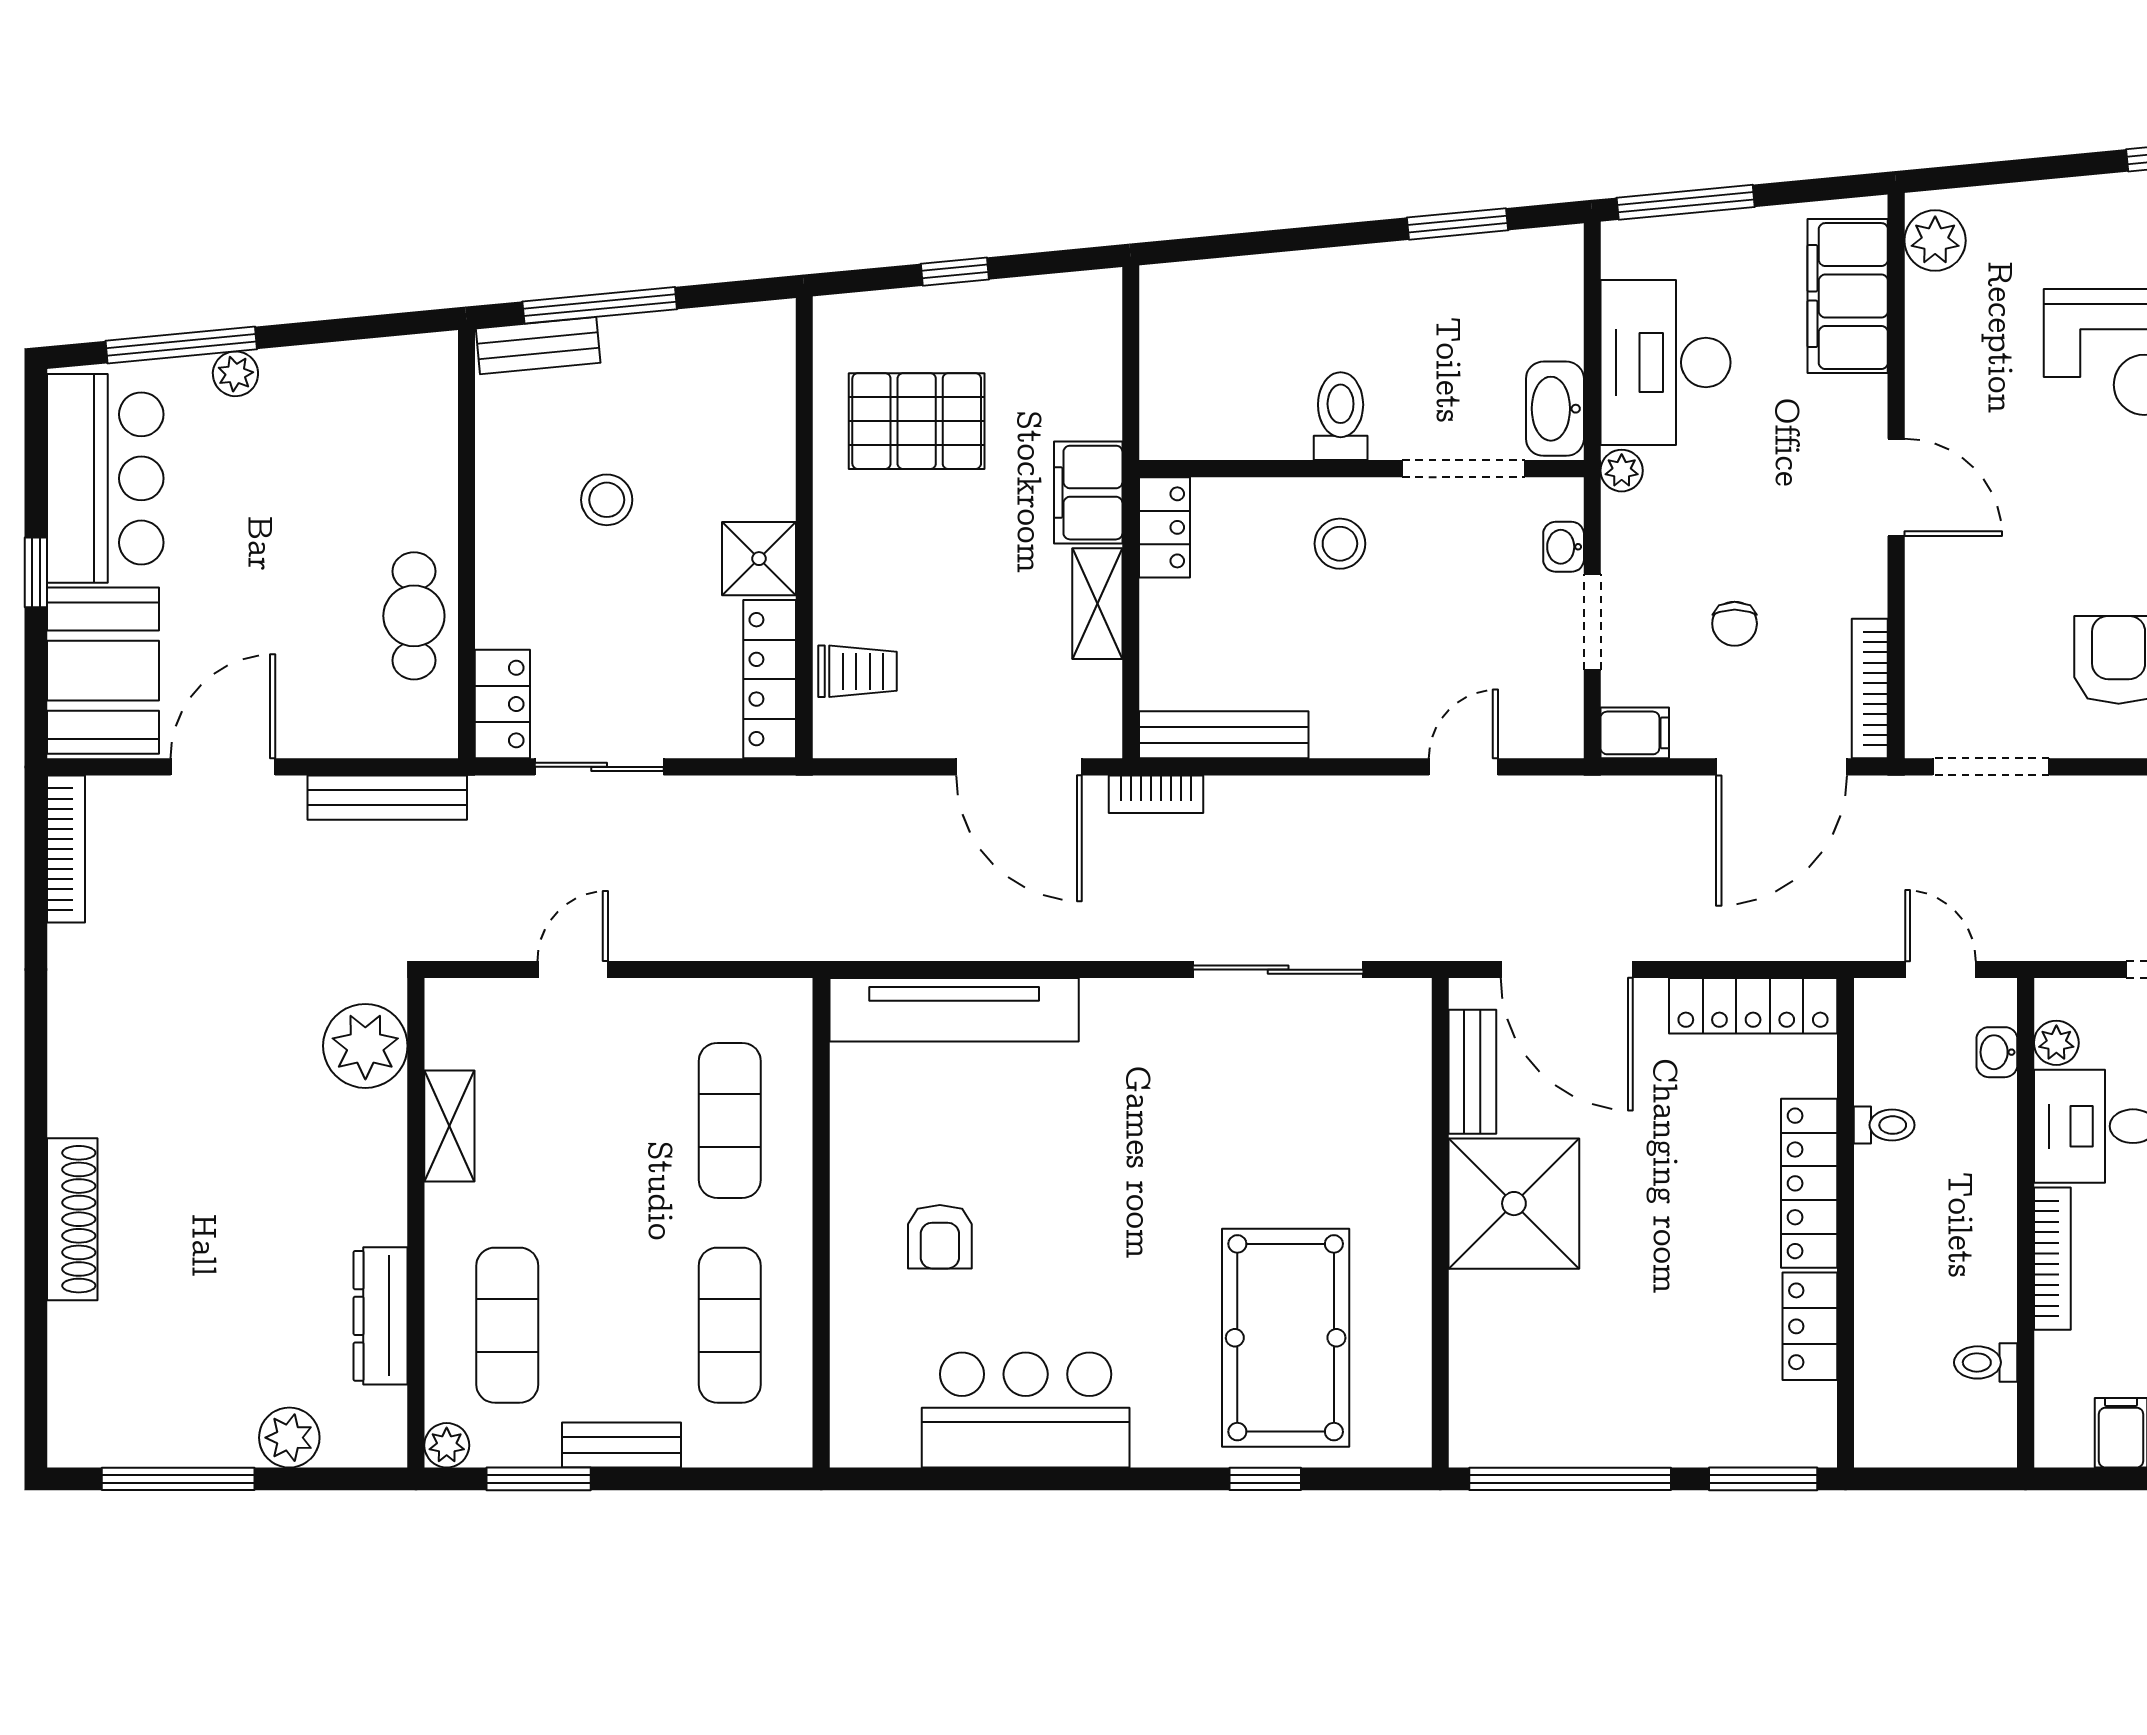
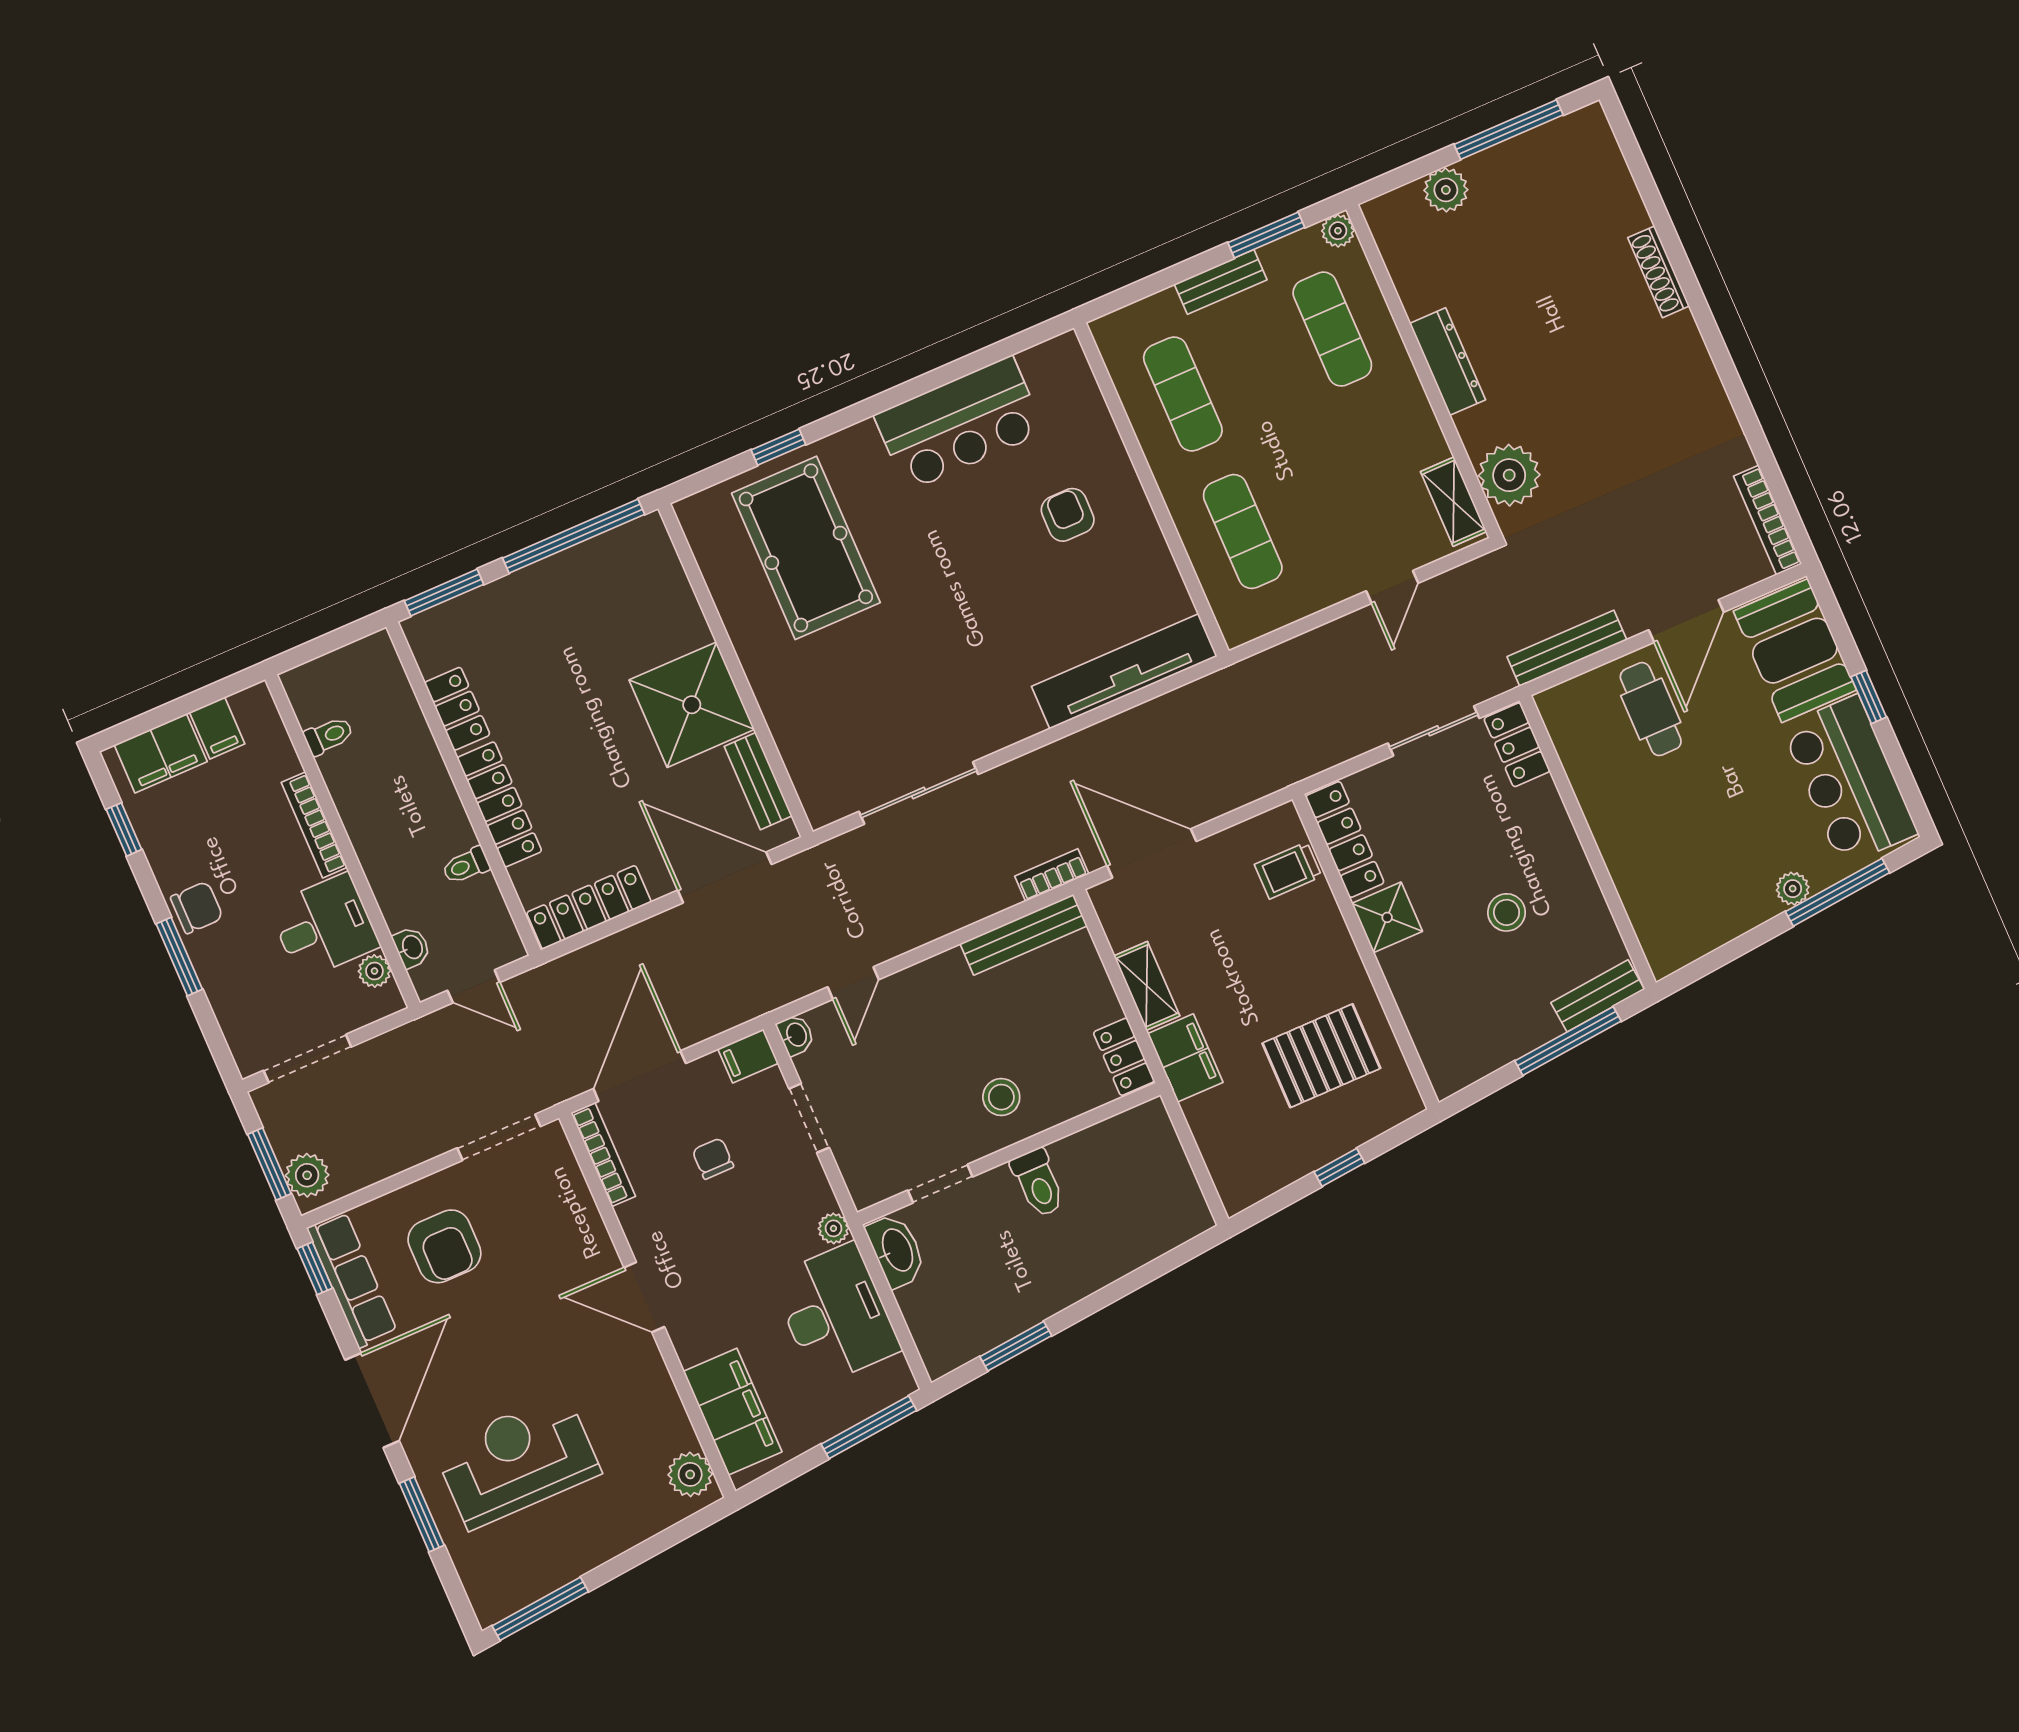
doorway: (1464, 469) -> (940, 1184), width x0.73
washbasin: (1564, 547) -> (796, 1035), moved
cafe table: (414, 616) -> (1651, 709), moved
shelving: (449, 1126) -> (1454, 502), moved
shoe rack: (72, 1219) -> (1659, 272), width x0.74, depth x0.81
dresser: (381, 1316) -> (1448, 362), moved

